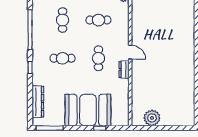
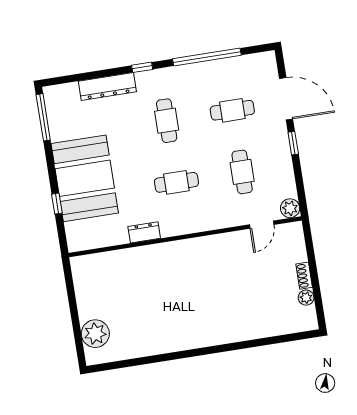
door: (130, 52) -> (262, 225), moved
dresser: (124, 69) -> (144, 232), moved
dresser: (38, 102) -> (107, 87), moved
plant: (152, 118) -> (95, 334), moved

